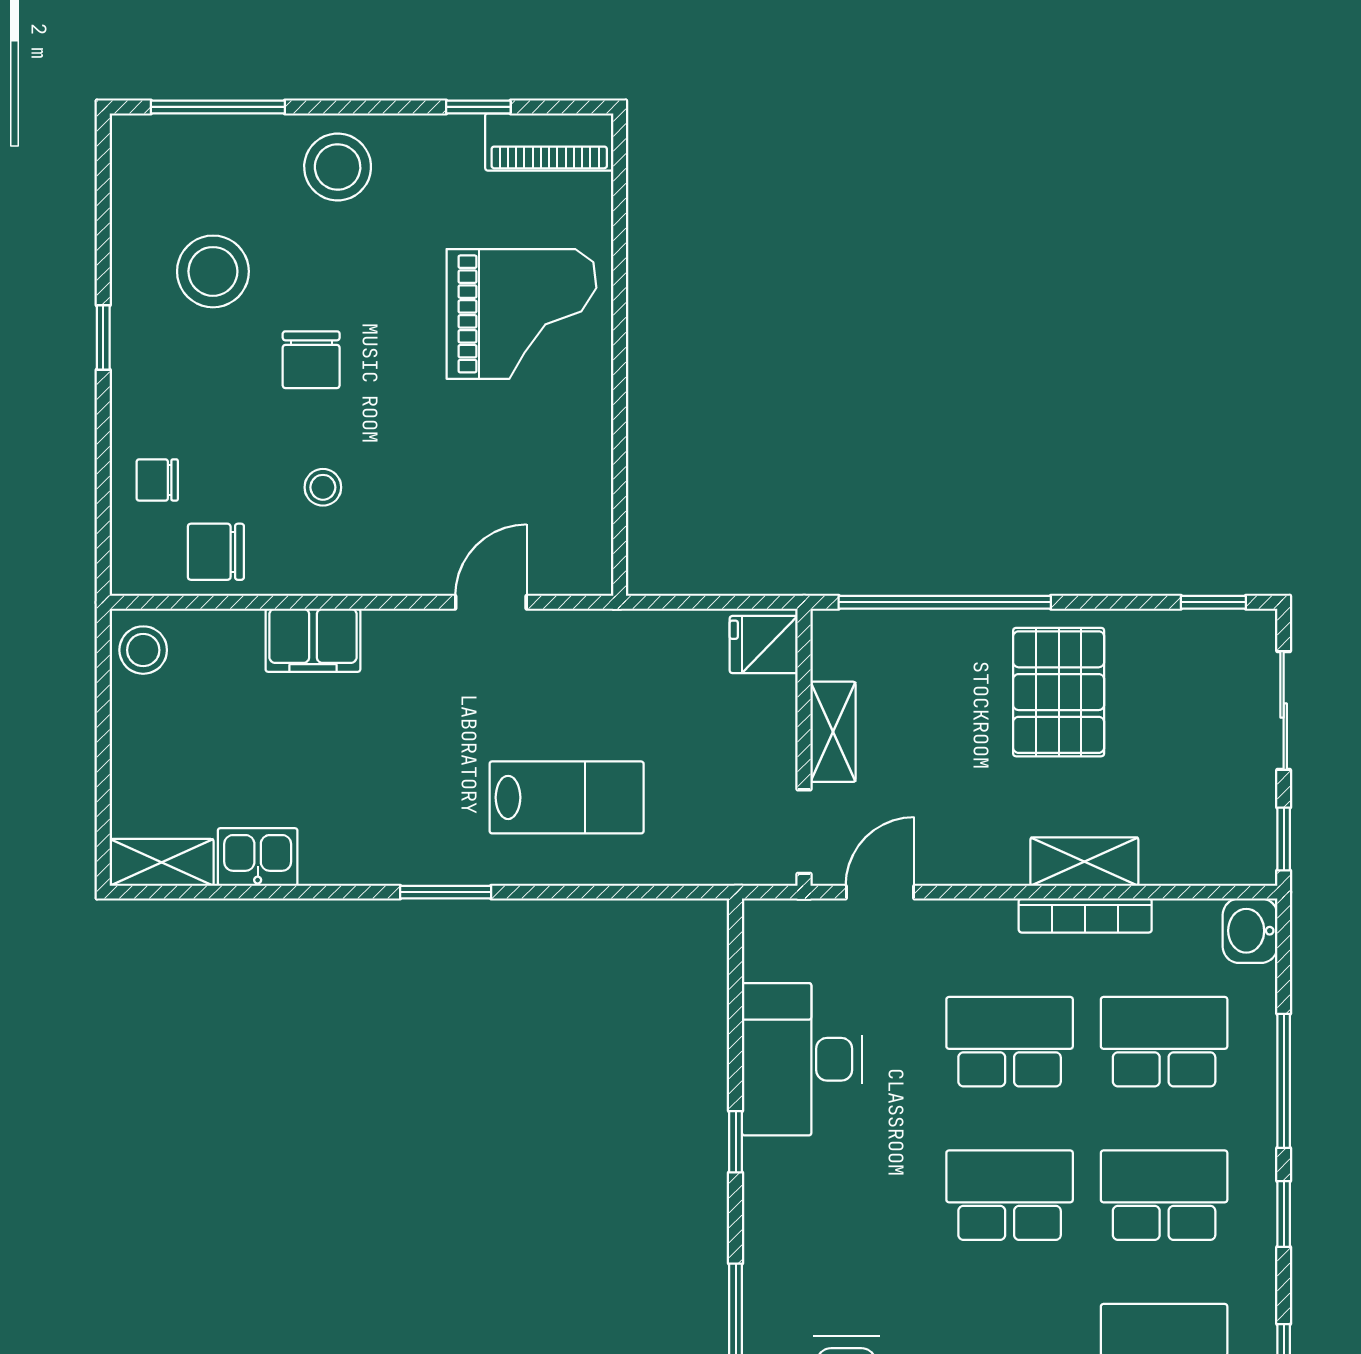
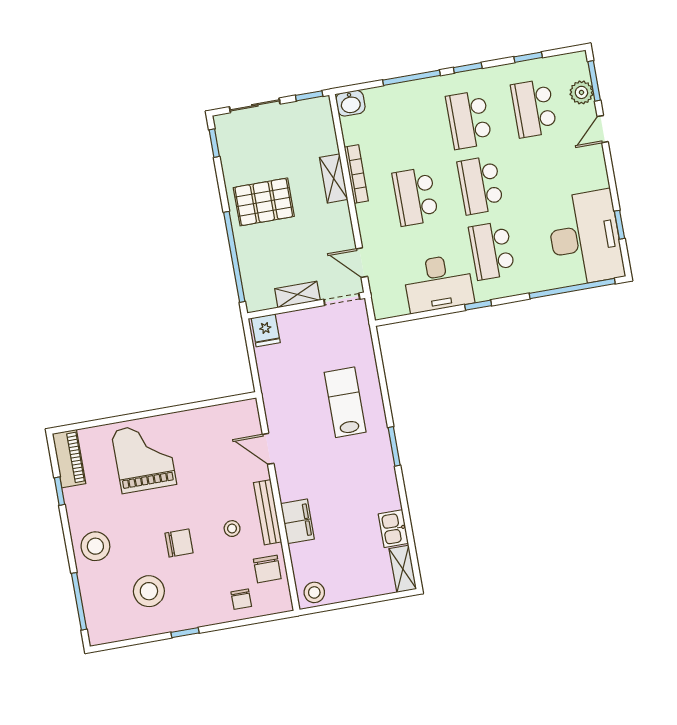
bench: (346, 575) -> (268, 512), added
school desk: (1164, 1042) -> (492, 251), moved

